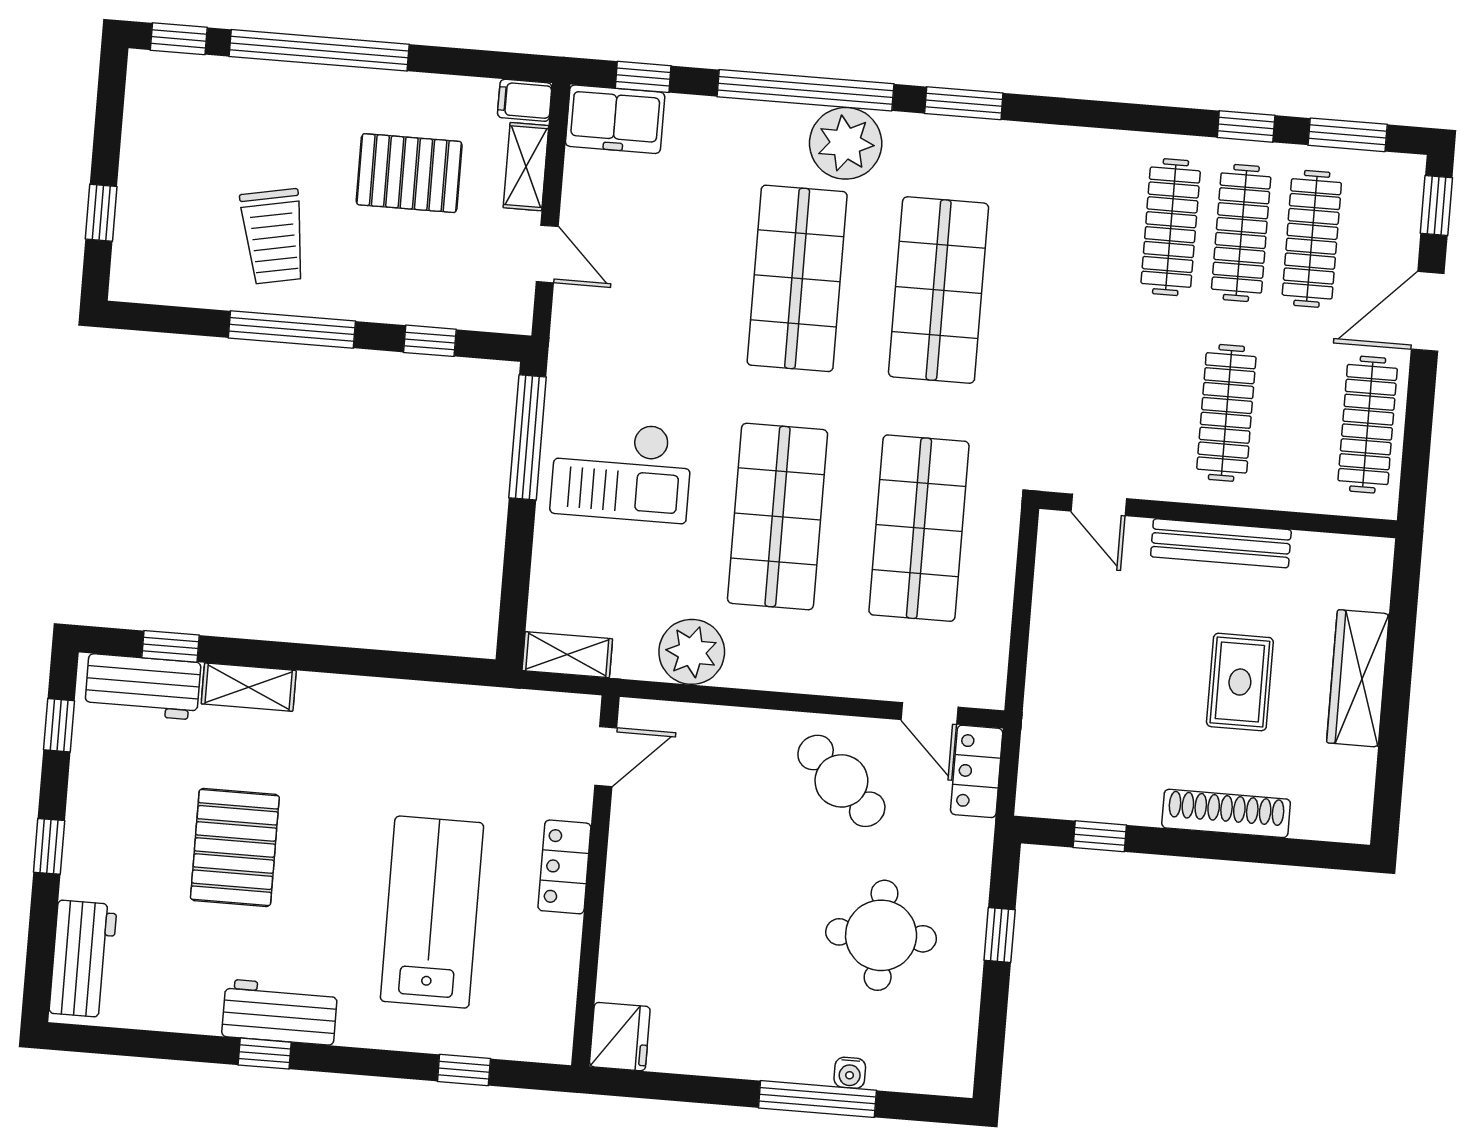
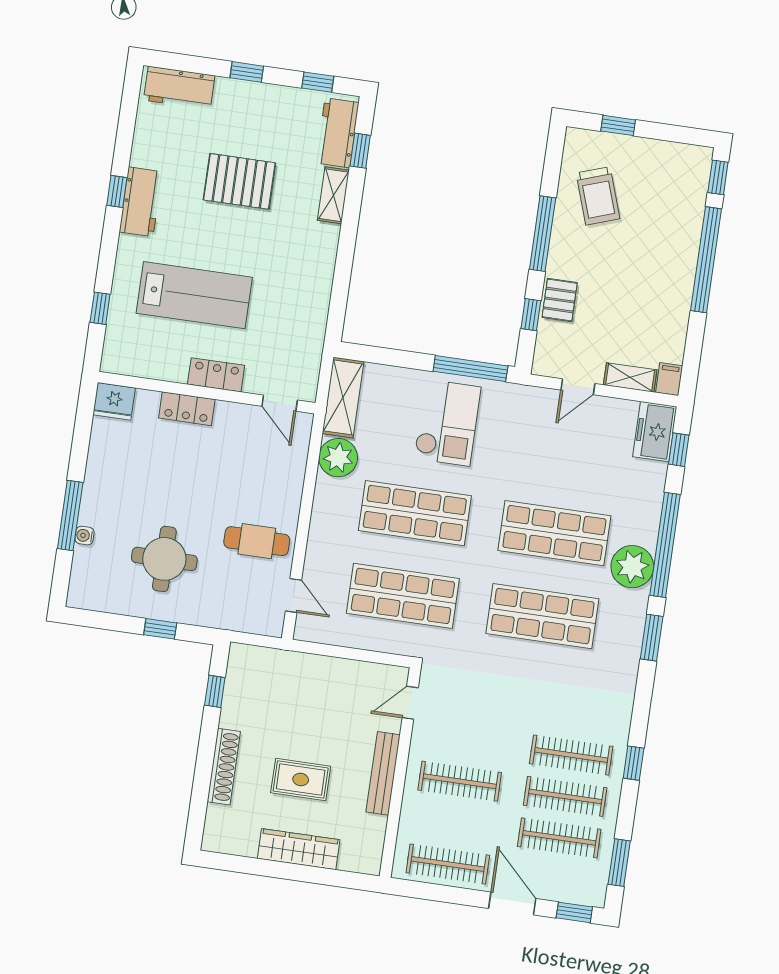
window: (1246, 126) -> (634, 763), moved
pallet: (409, 173) -> (560, 300), moved, width x0.67, depth x0.71
trolley: (273, 236) -> (598, 196), moved, turned -98
checkout: (621, 471) -> (447, 423), turned 180
shelving: (567, 655) -> (343, 397), width x1.50, depth x1.33
door: (929, 713) -> (293, 595), swing flipped
locker: (977, 771) -> (187, 409), moved, turned 180
cafe table: (841, 781) -> (257, 541), turned 47

